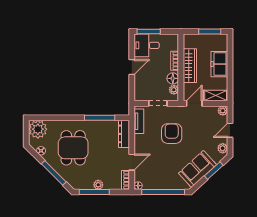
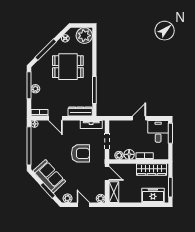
freezer: (219, 64) -> (153, 195), moved
wardrobe: (190, 66) -> (151, 169), moved
door: (132, 67) -> (139, 118), swing flipped

